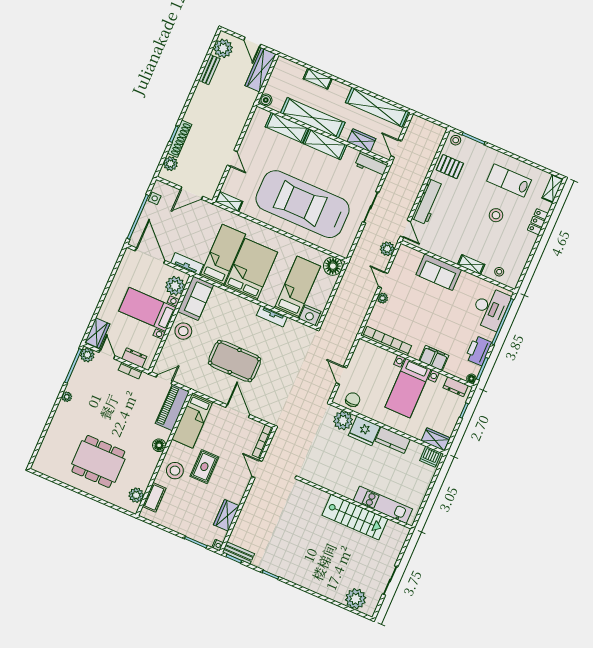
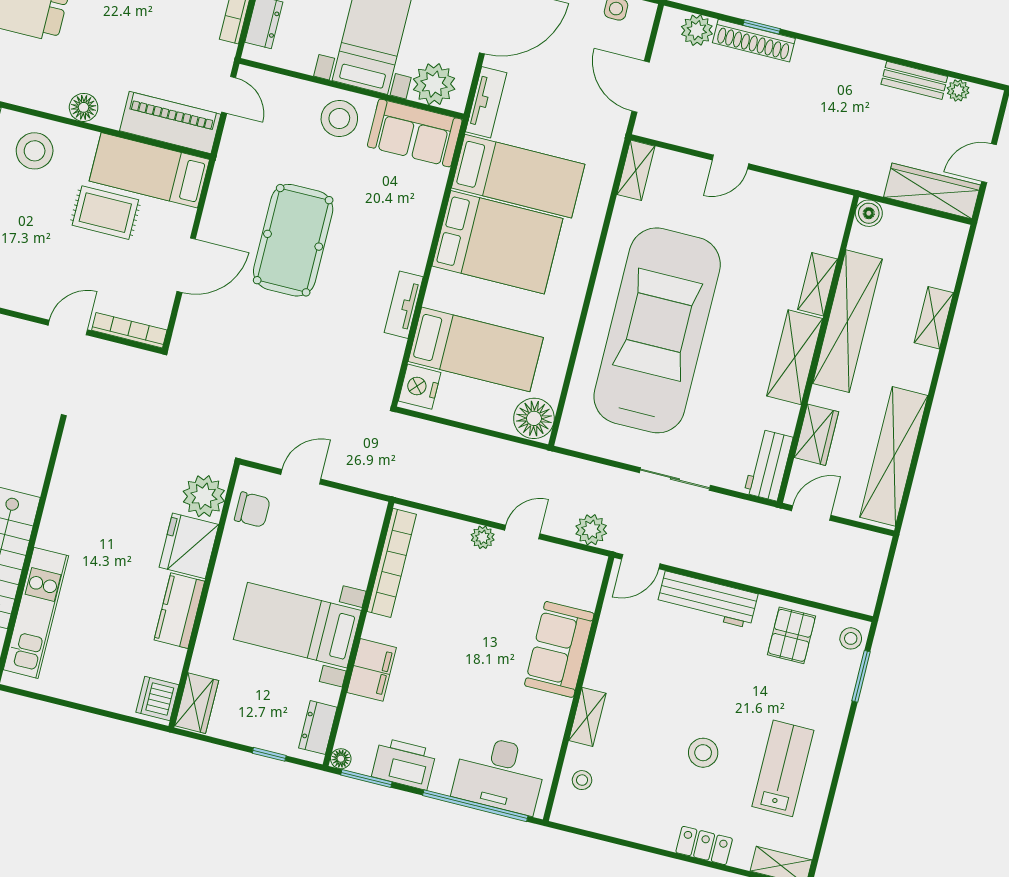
plant: (223, 48) -> (958, 90), width x0.53, depth x0.53
shelving: (287, 128) -> (818, 284), width x0.67, depth x0.75
rug: (204, 467) -> (105, 213), moved

